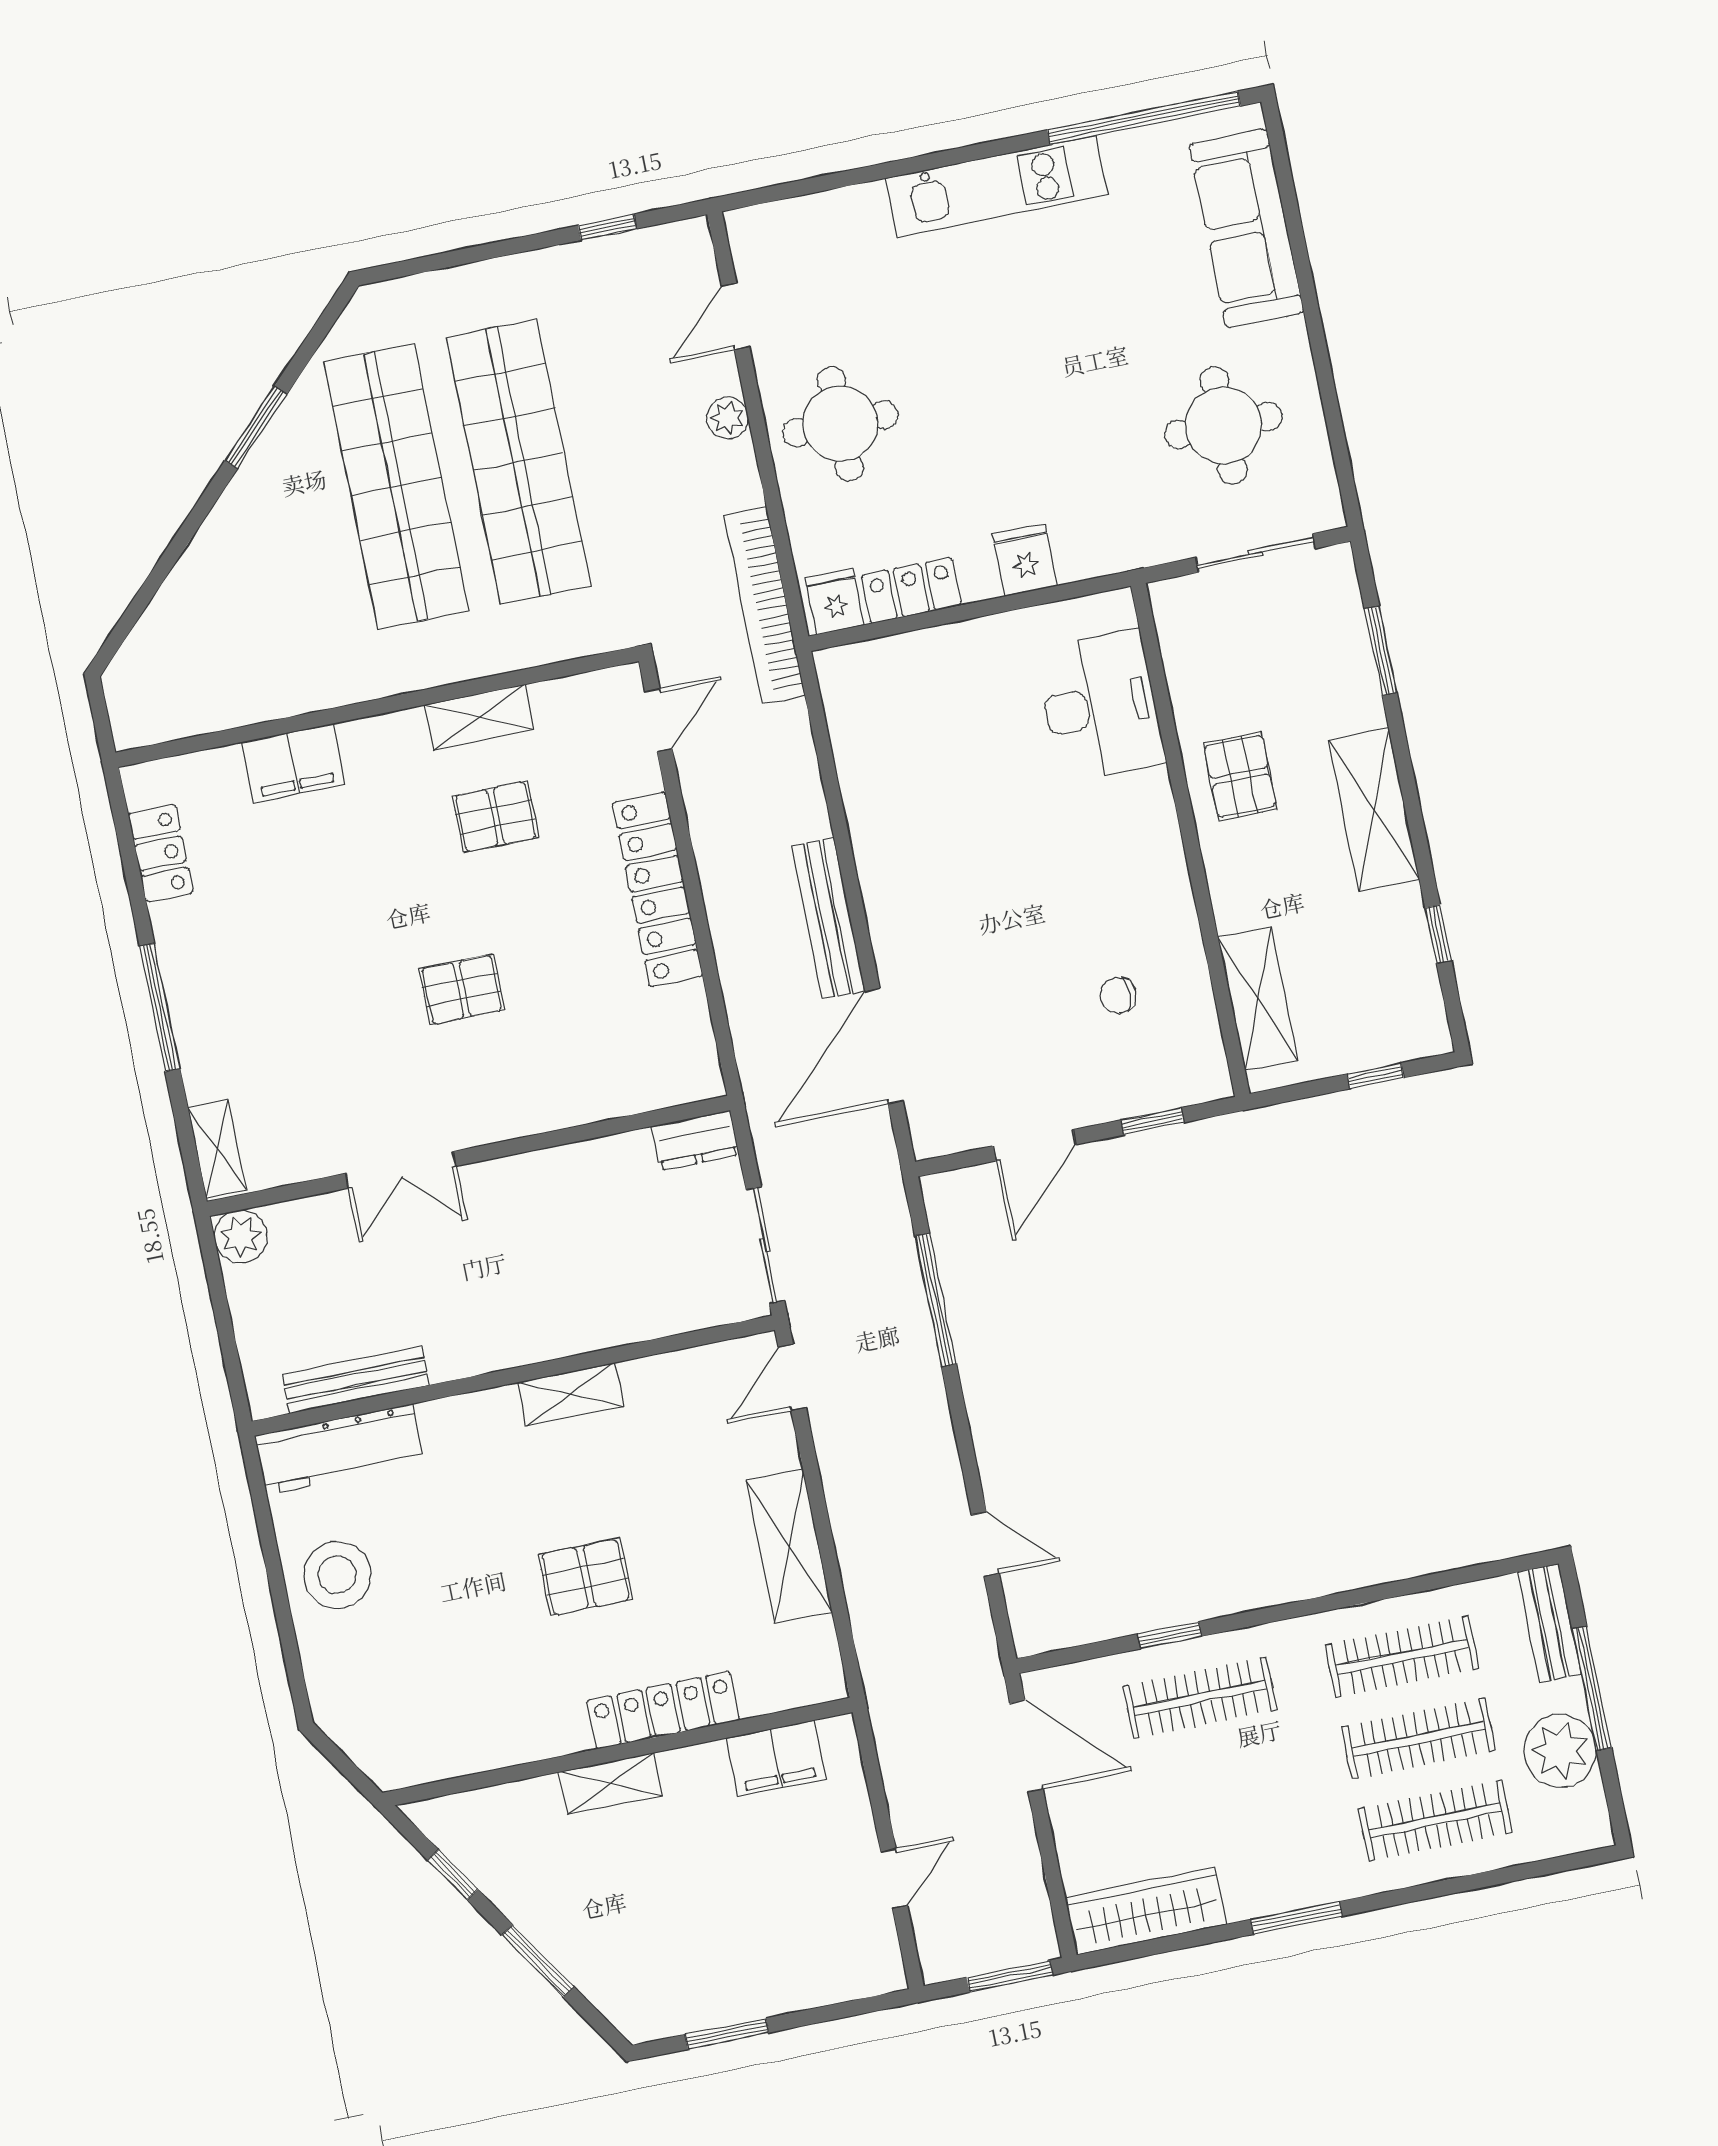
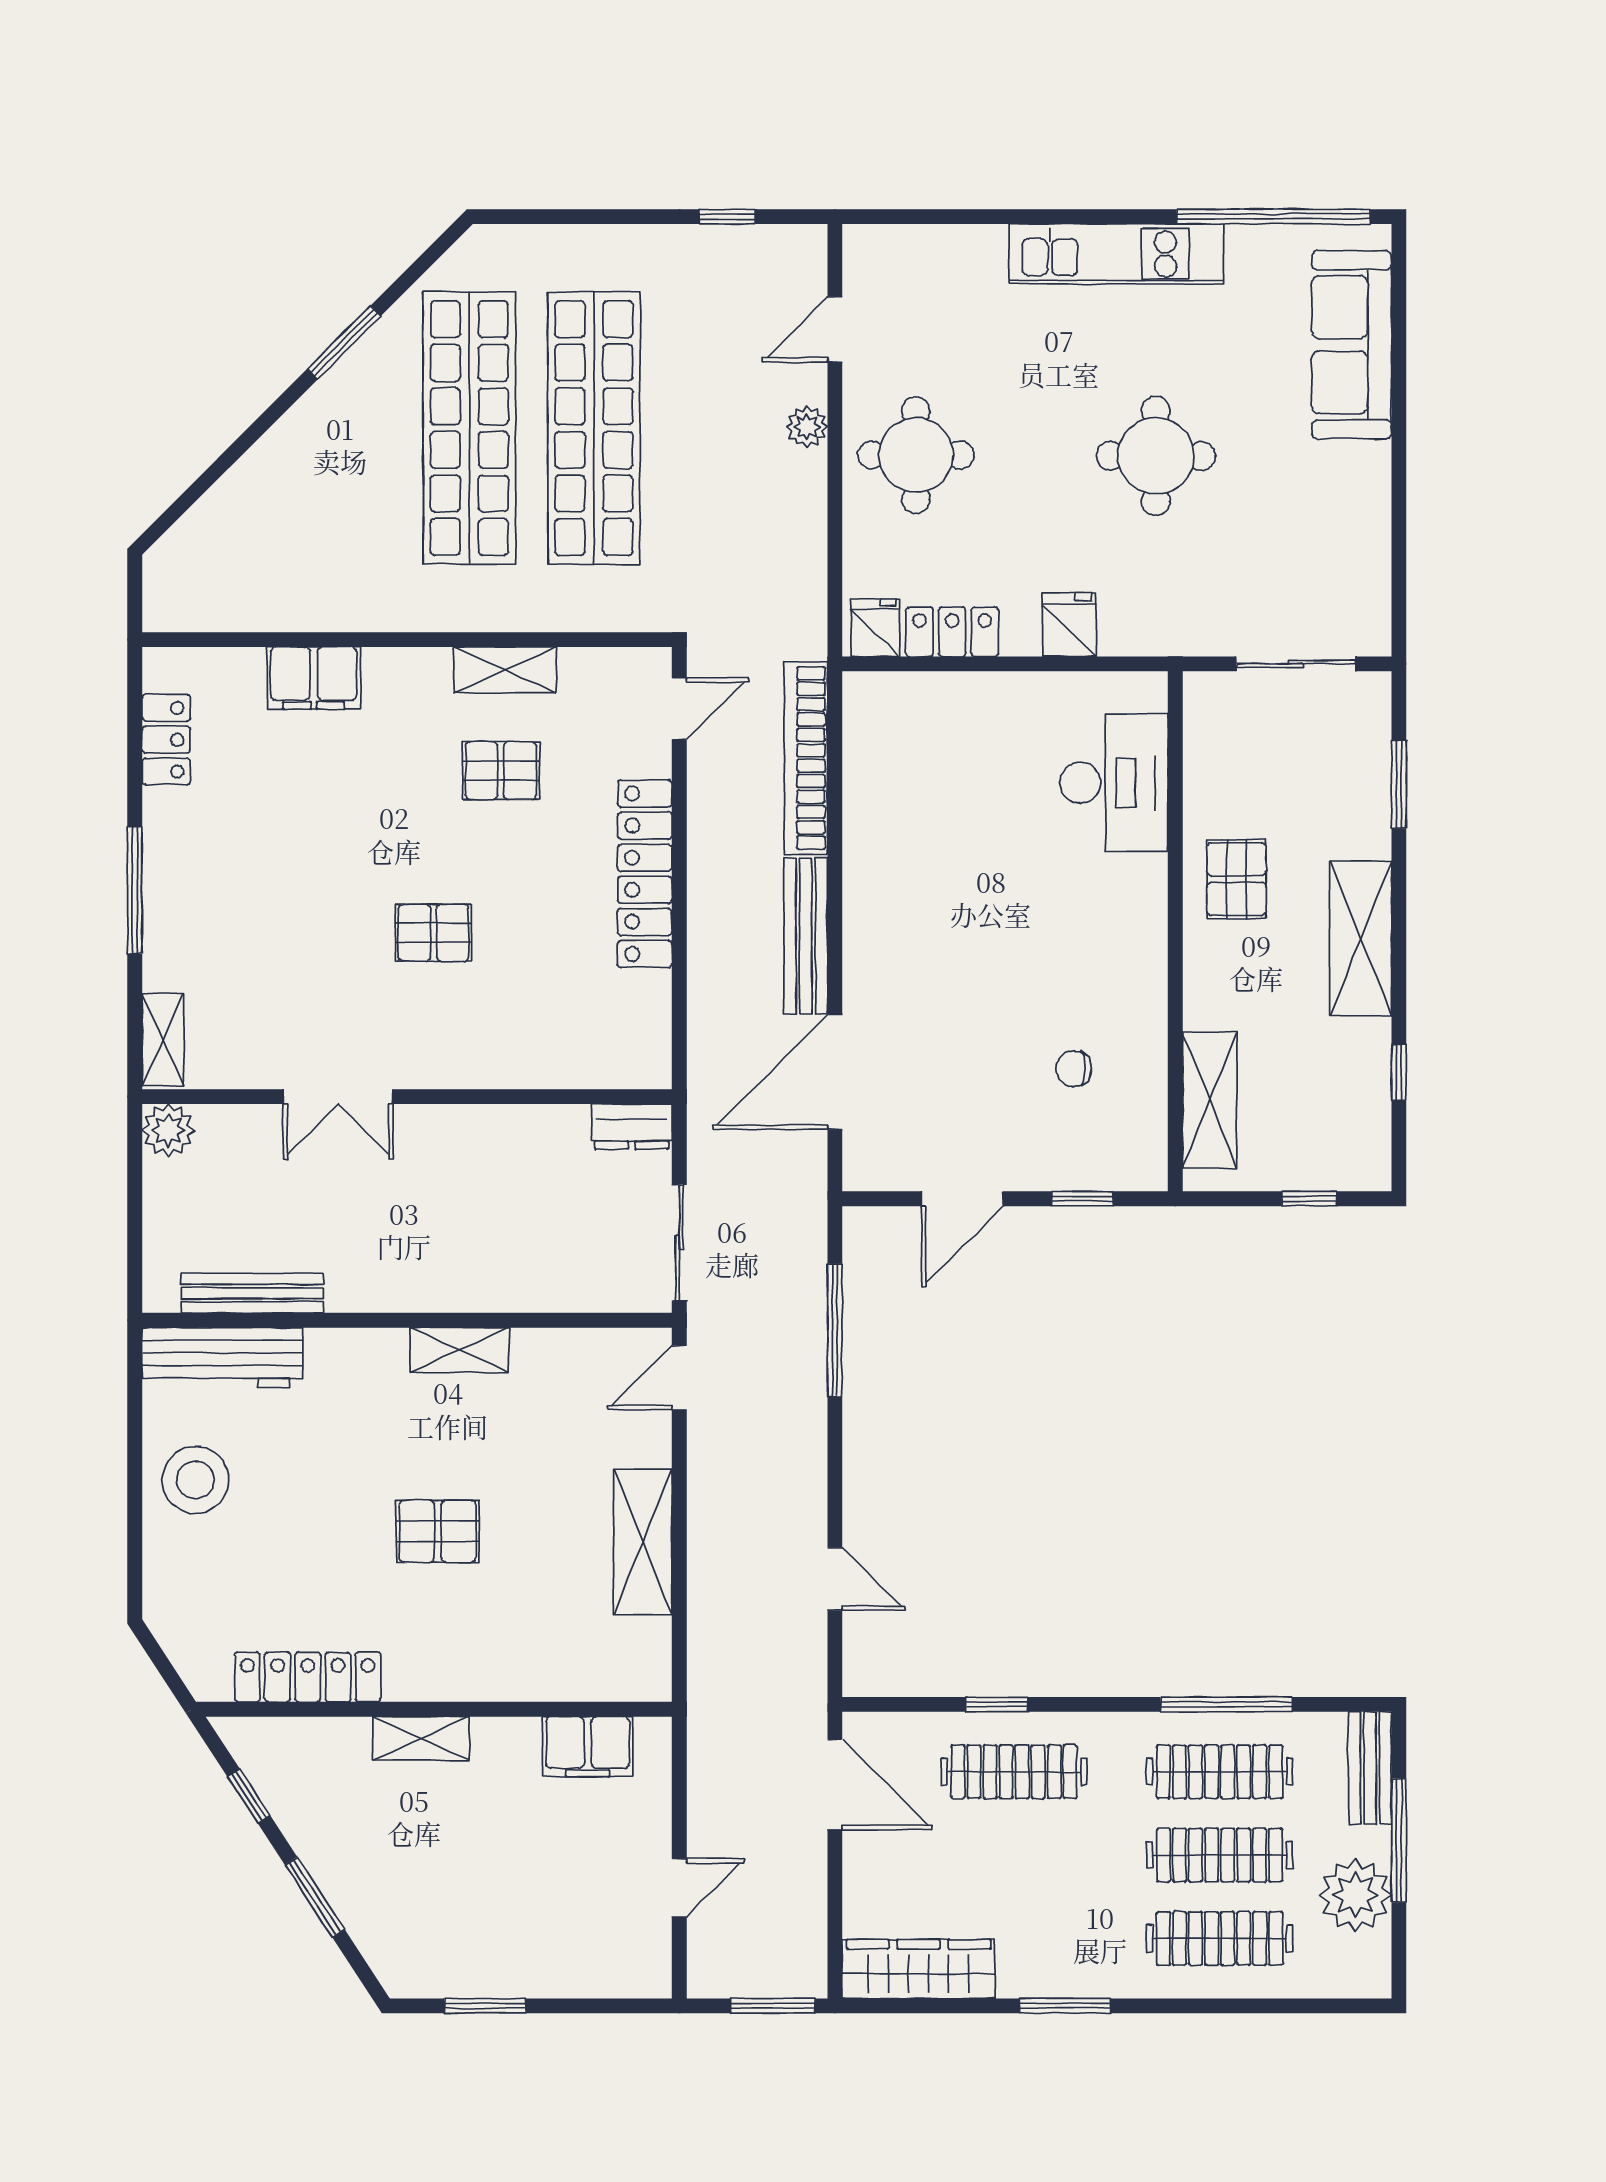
round table: (1223, 426) -> (1156, 456), moved
bookcase: (764, 605) -> (806, 758), moved
window: (1395, 1589) -> (1226, 1704), added
locker: (663, 1710) -> (308, 1677), moved

